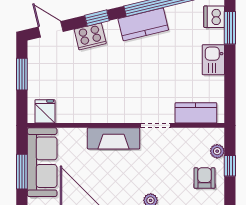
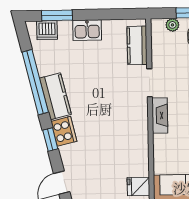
cooker: (90, 36) -> (64, 131), moved
fireplace: (114, 138) -> (160, 115), width x0.73, depth x0.76

